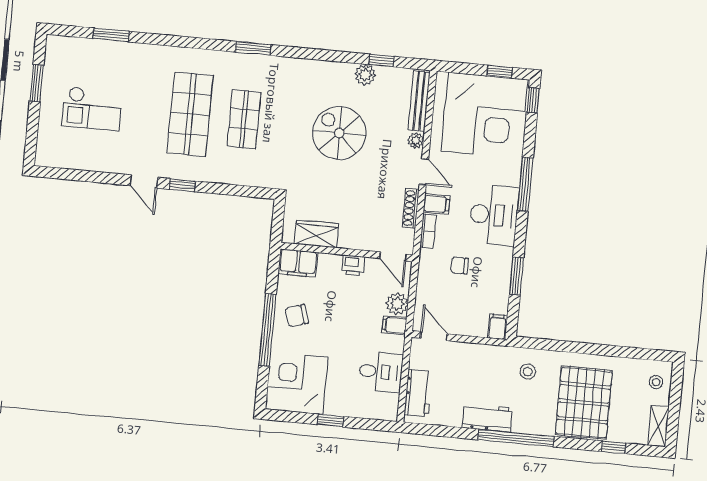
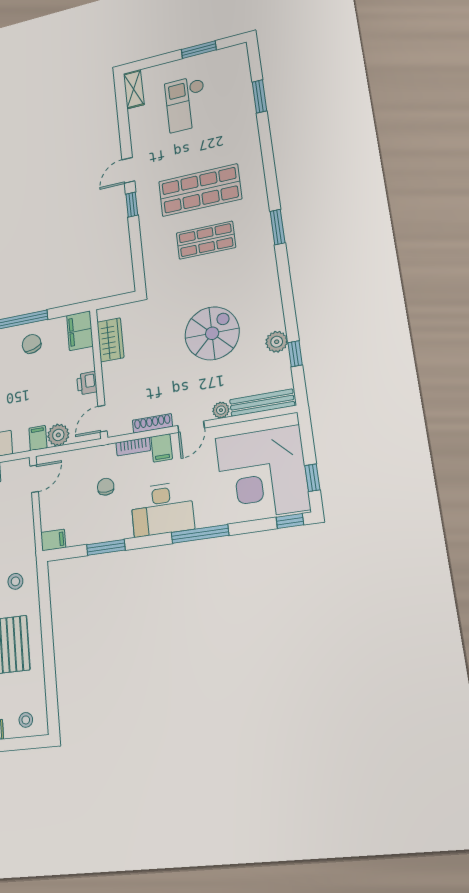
shelving: (56, 159) -> (134, 89), added

